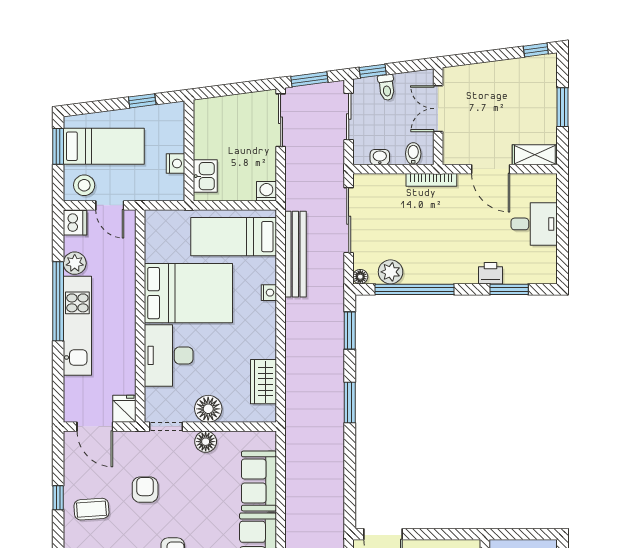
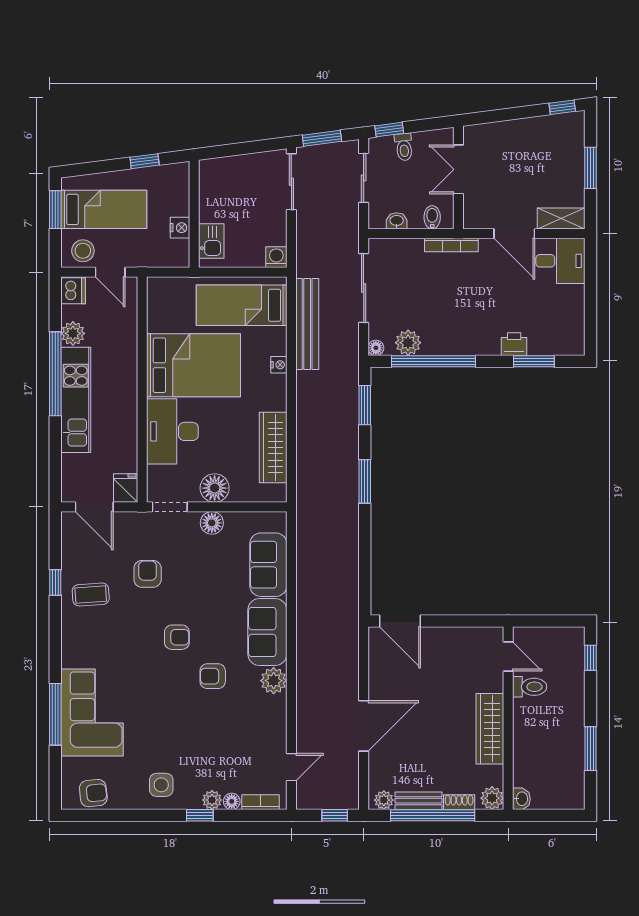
desk: (534, 224) -> (560, 261), moved
wardrobe: (263, 382) -> (273, 447), width x1.50

